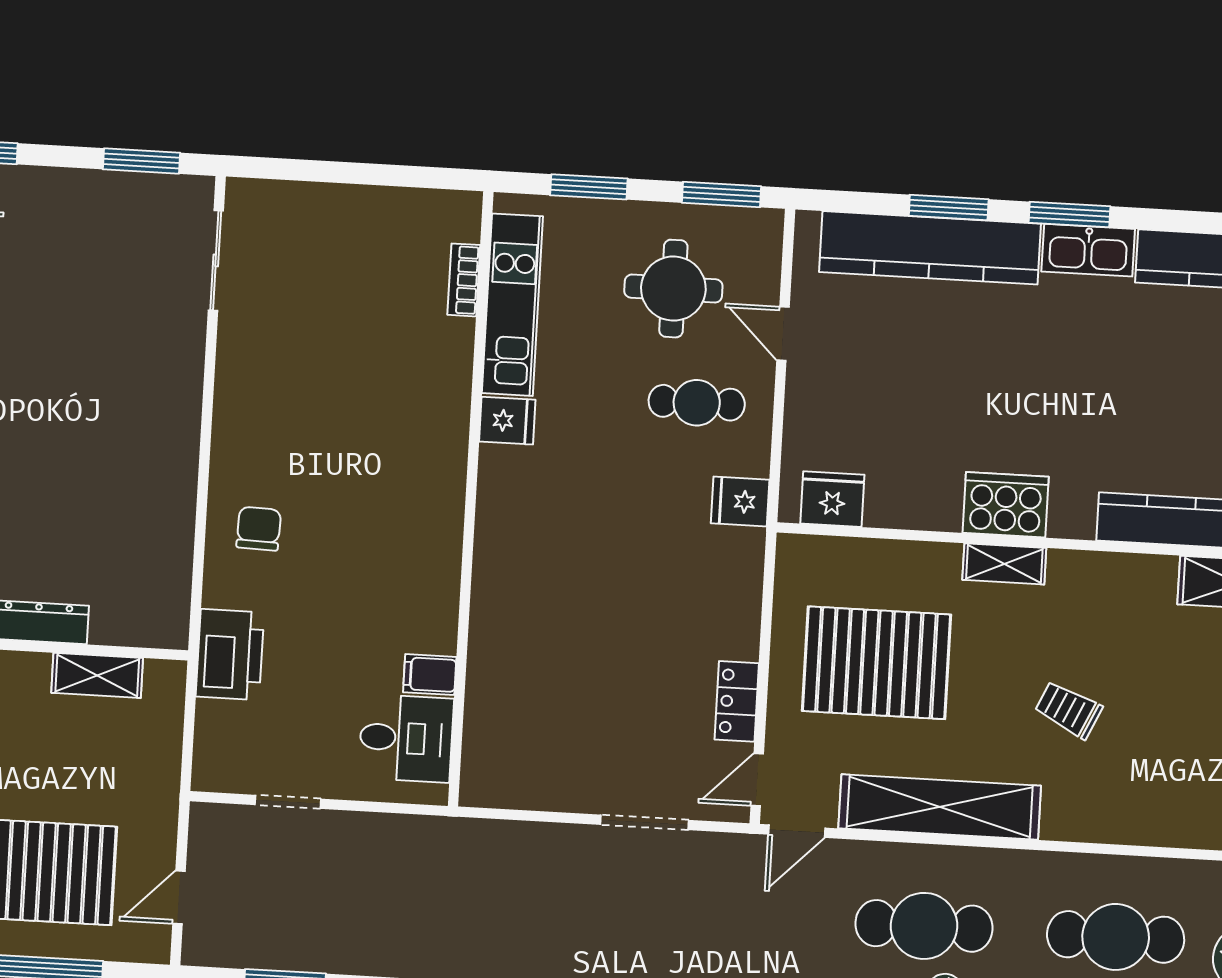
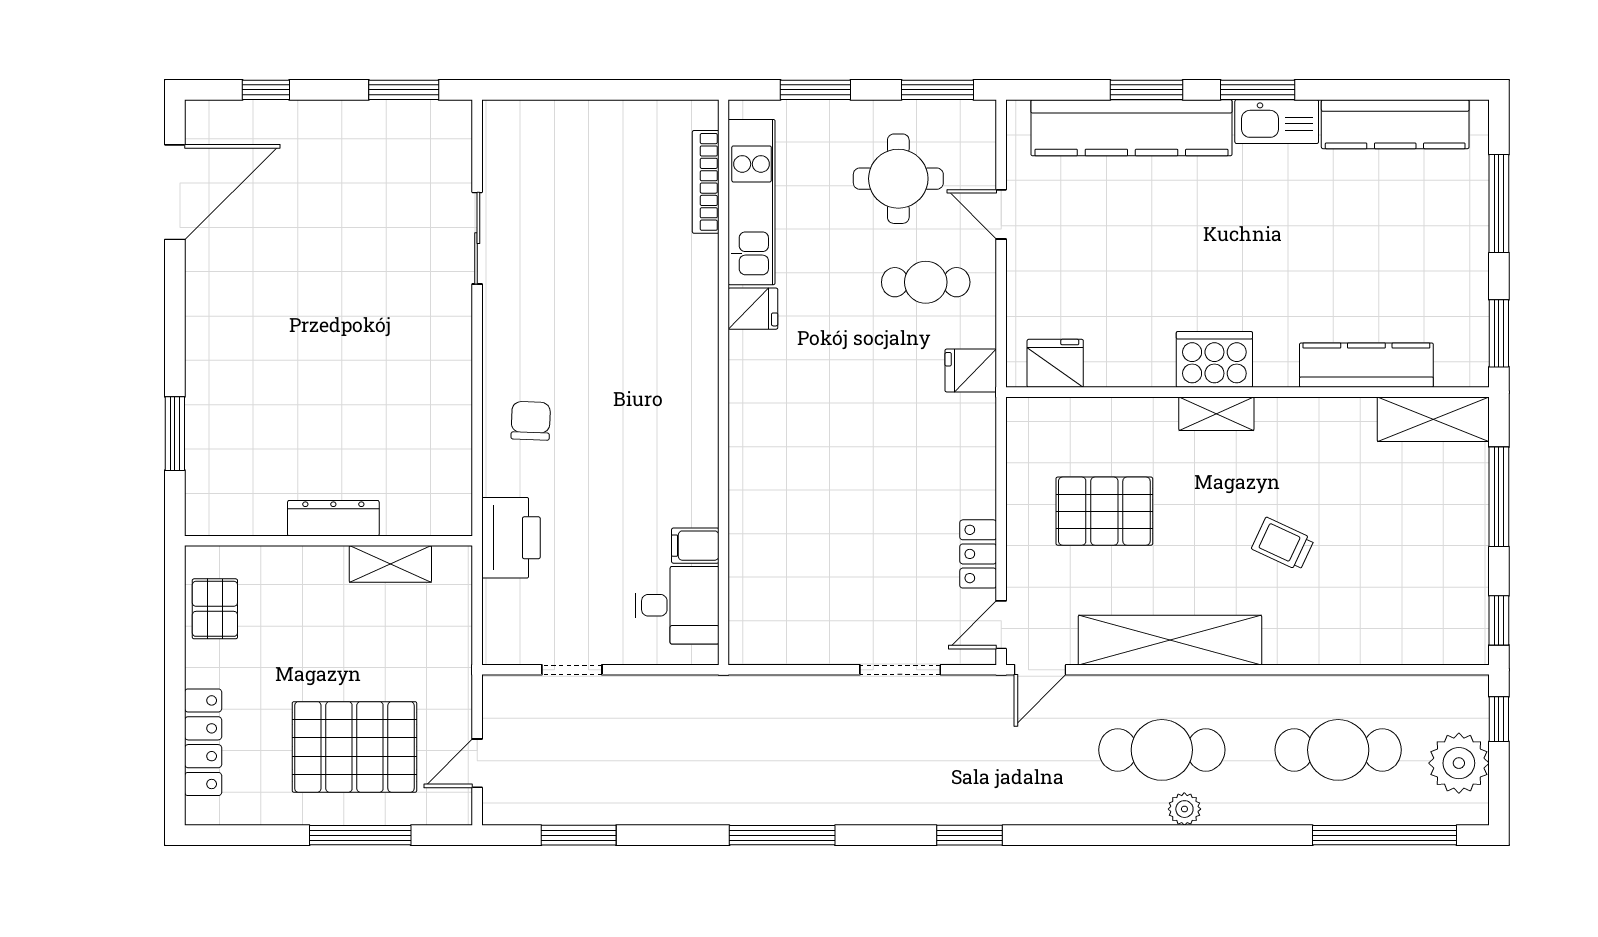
sliding door: (216, 260) -> (477, 238), moved
bookcase: (464, 280) -> (706, 182), width x1.56
pallet: (876, 663) -> (1104, 511), width x0.73, depth x0.71

